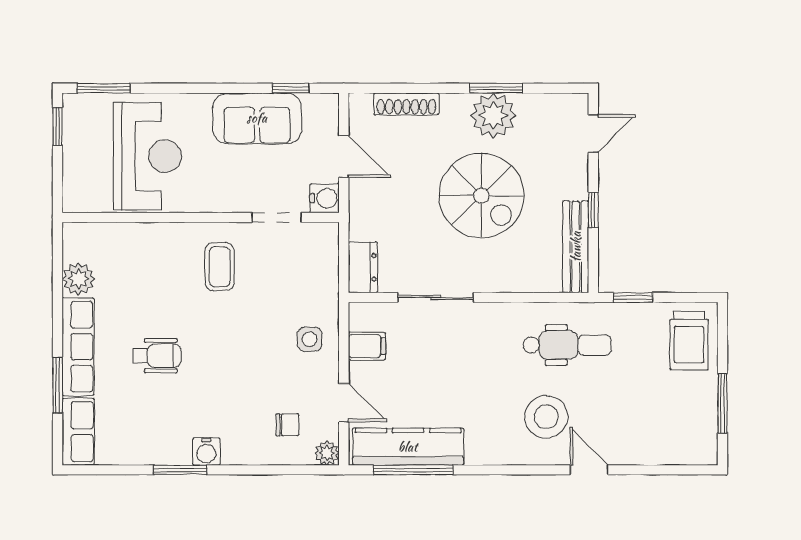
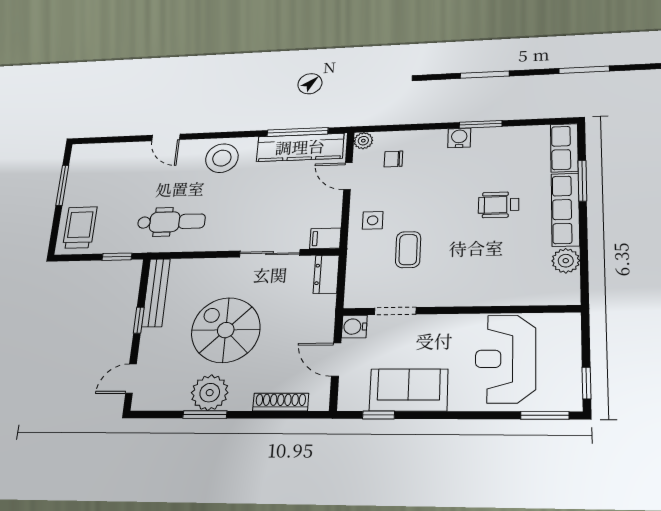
coffee table: (220, 267) -> (408, 250), moved
dental chair: (567, 345) -> (171, 222), turned 180
filing cabinet: (367, 346) -> (325, 238), moved
stool: (546, 417) -> (222, 158), moved

